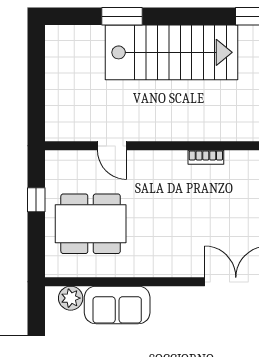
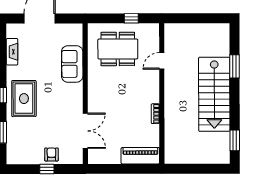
dining table: (91, 224) -> (118, 49), turned 90
plant: (71, 298) -> (76, 38), removed

